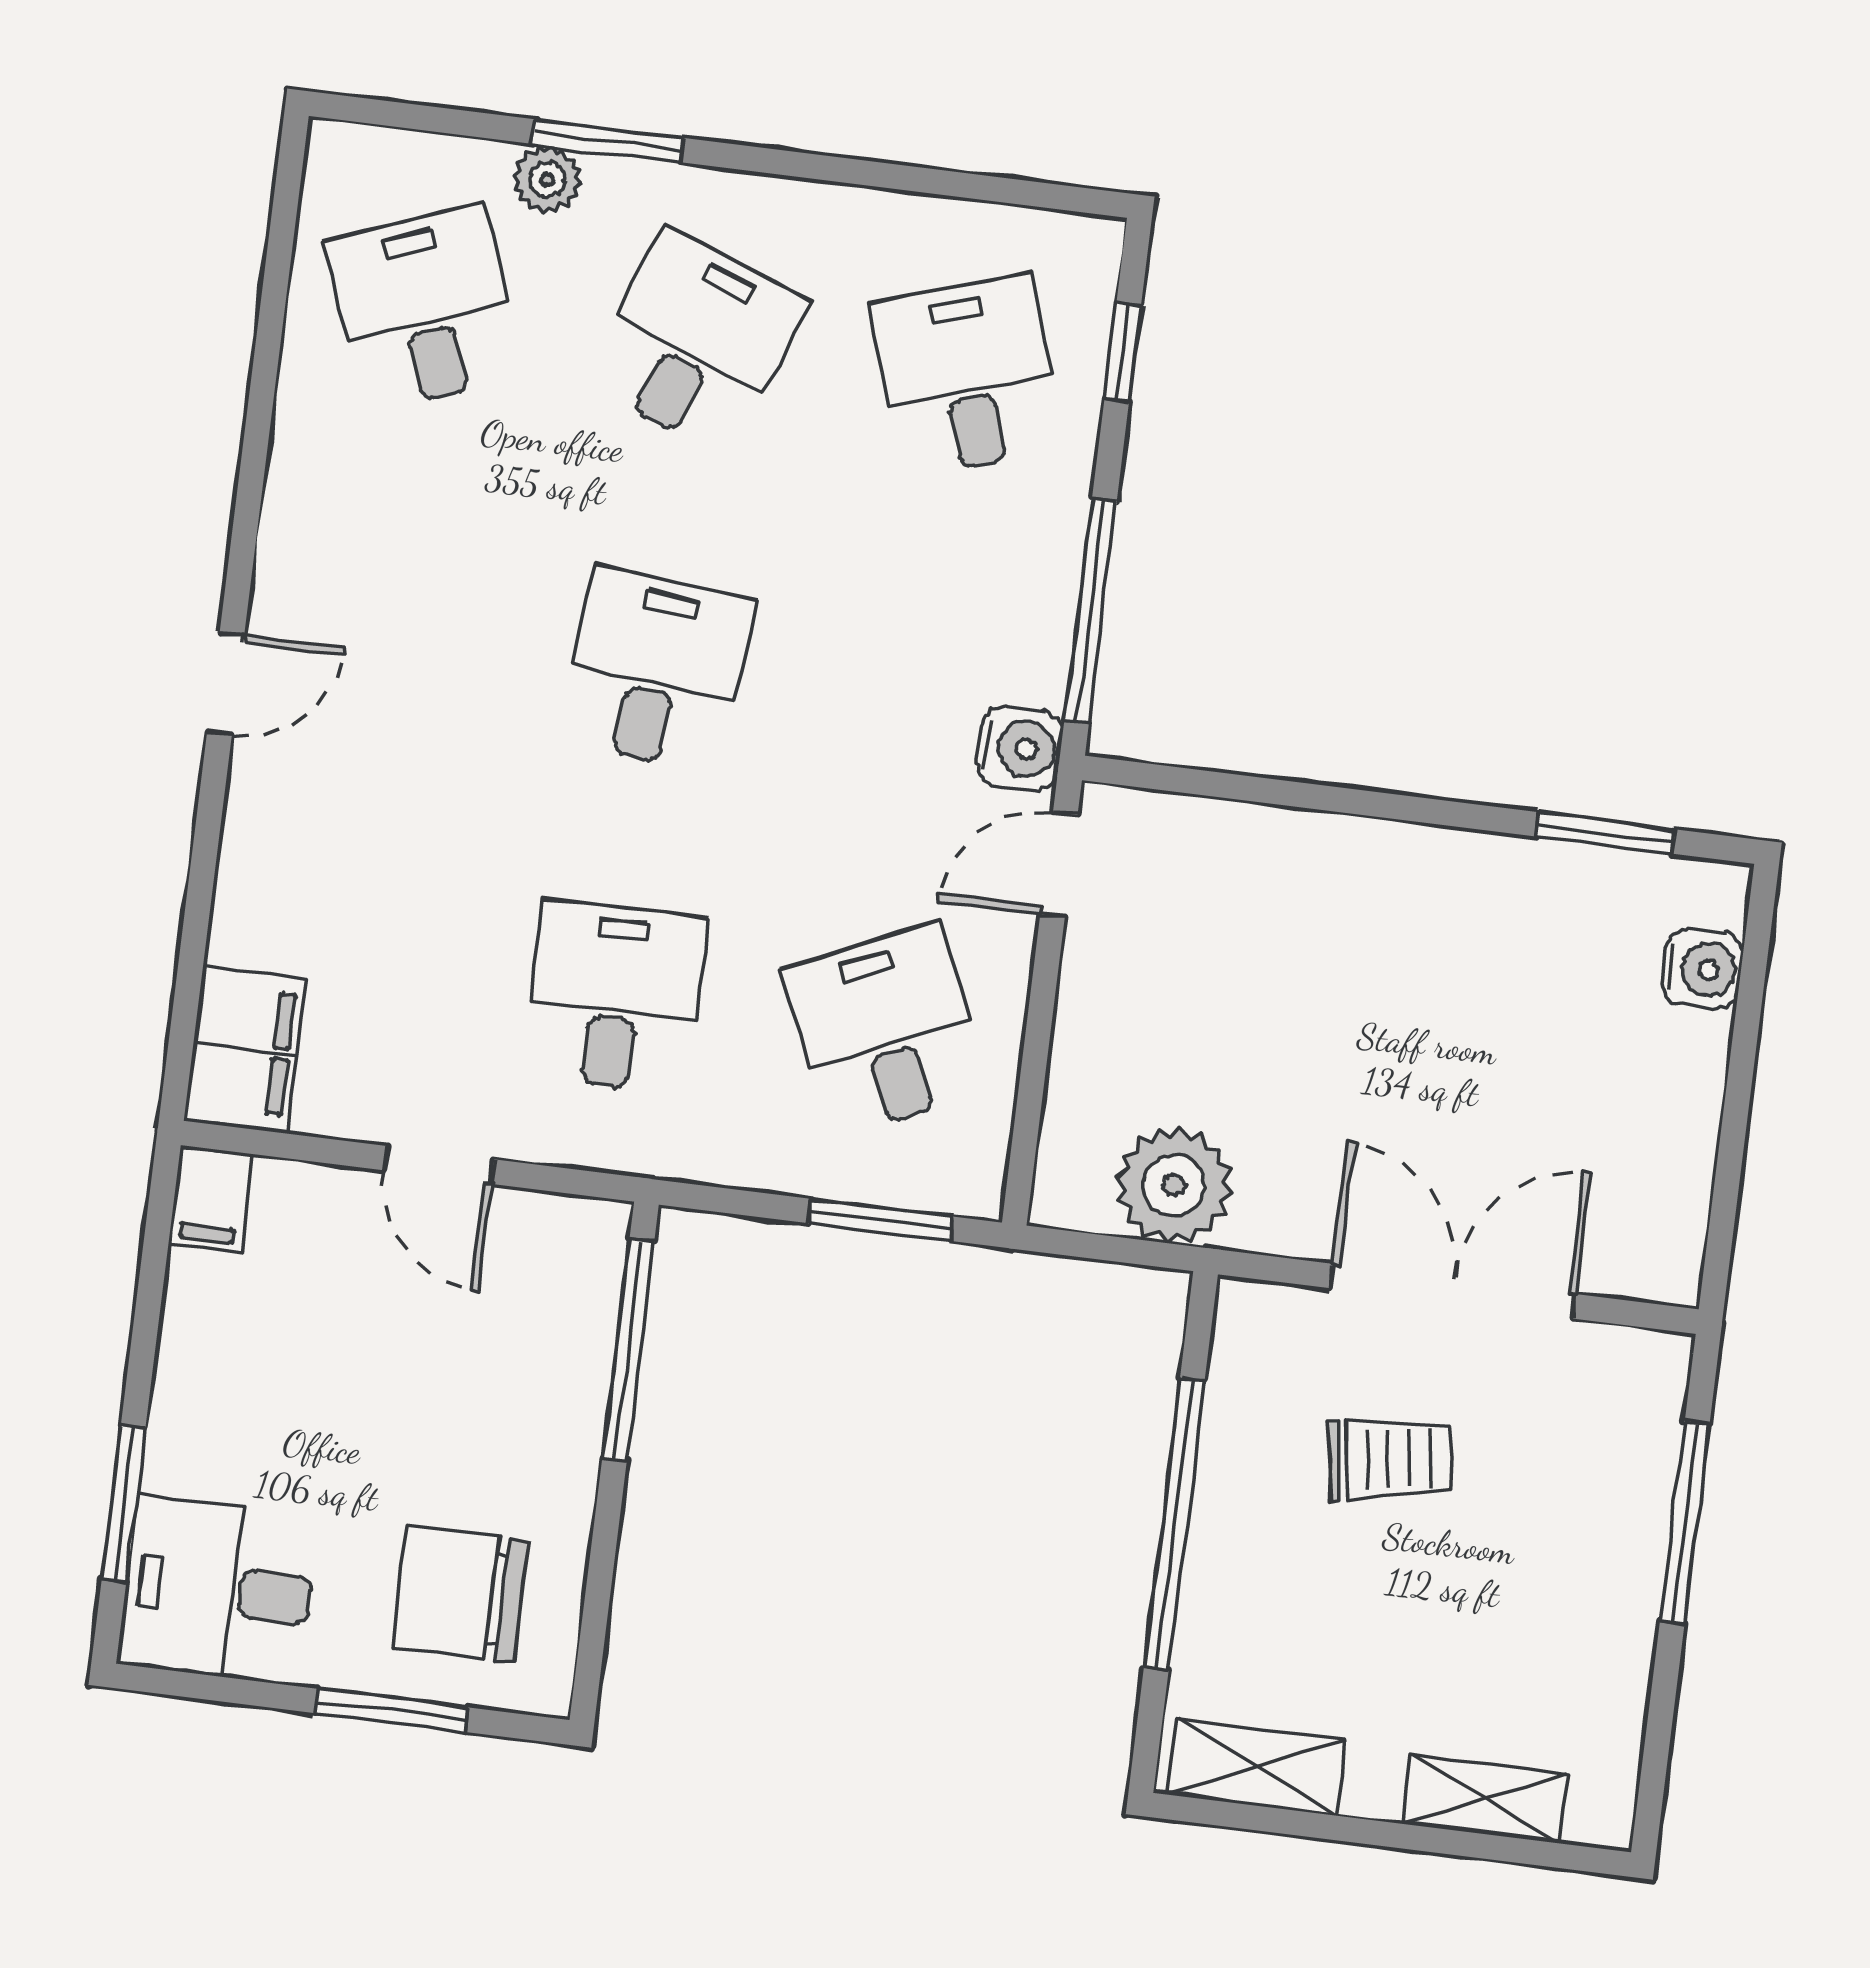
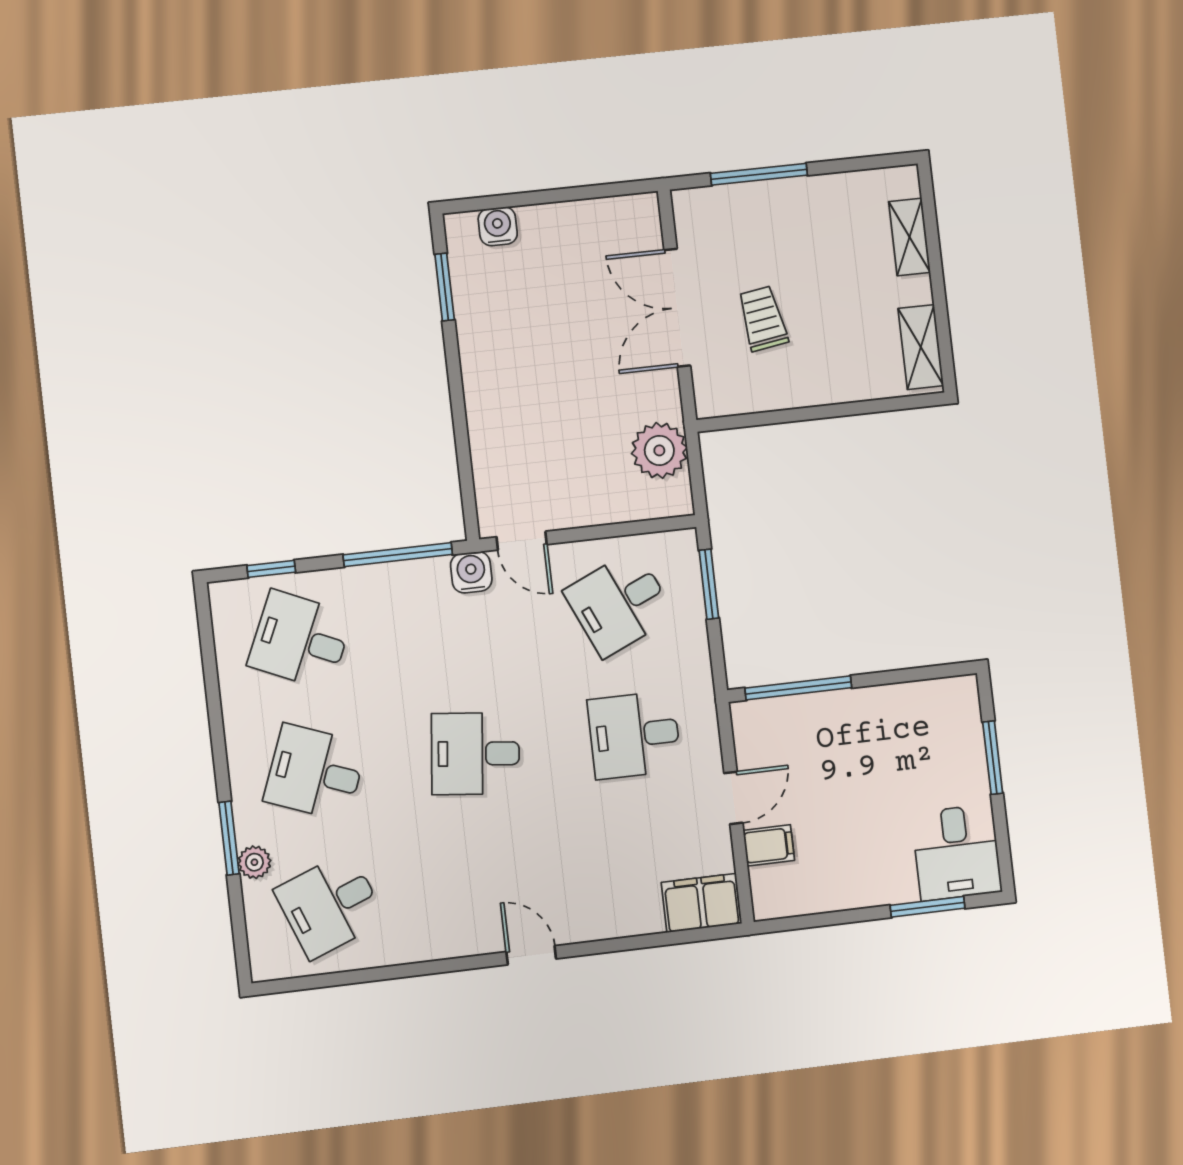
desk: (967, 376) -> (300, 640), turned 42
filing cabinet: (211, 1199) -> (769, 845), moved
window: (1174, 1524) -> (817, 413), removed
chair: (460, 1594) -> (931, 739), removed

